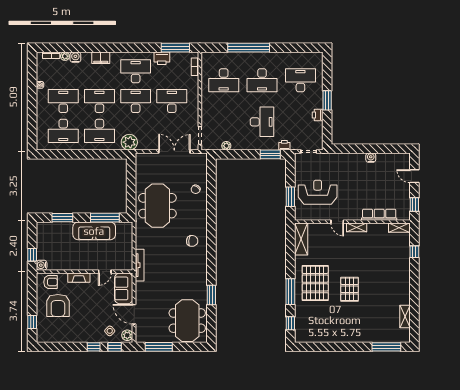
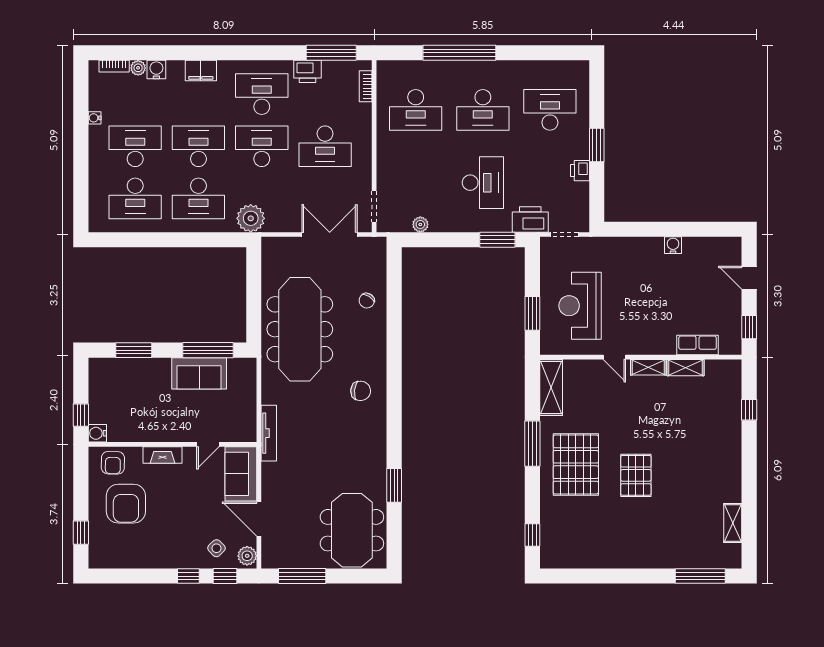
desk: (172, 101) -> (325, 146), turned 180
printer: (284, 145) -> (530, 219), width x1.87, depth x1.48
reception desk: (318, 192) -> (580, 306), turned -90
meeting table: (157, 206) -> (300, 329), width x1.36
row of seats: (379, 215) -> (698, 345), width x0.68
shelving: (399, 228) -> (686, 368), moved
sofa: (94, 231) -> (199, 373), width x0.73
armchair: (51, 282) -> (113, 463), turned 91
window: (290, 292) -> (532, 444), moved

